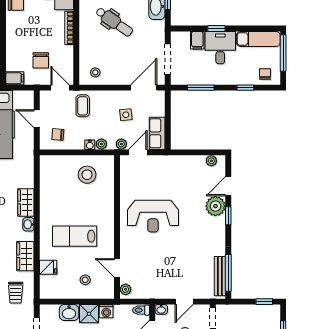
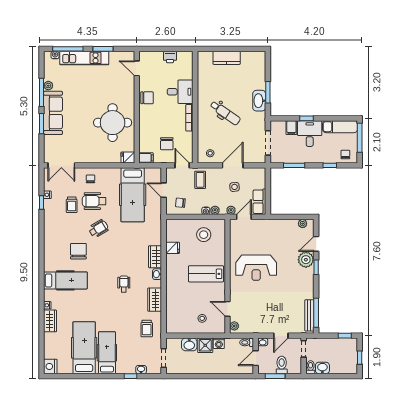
door: (144, 88) -> (233, 165), moved
lab bench: (75, 236) -> (206, 274), moved
fridge: (48, 267) -> (173, 248), moved

